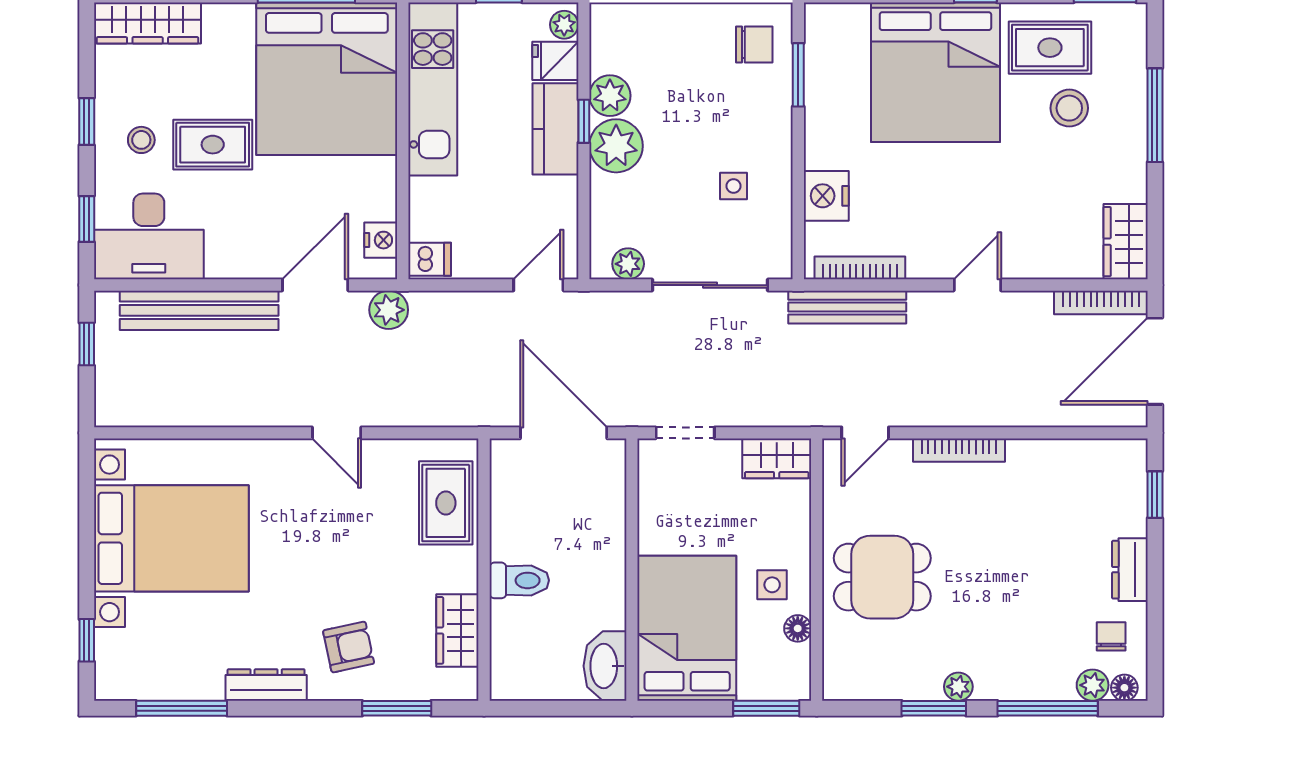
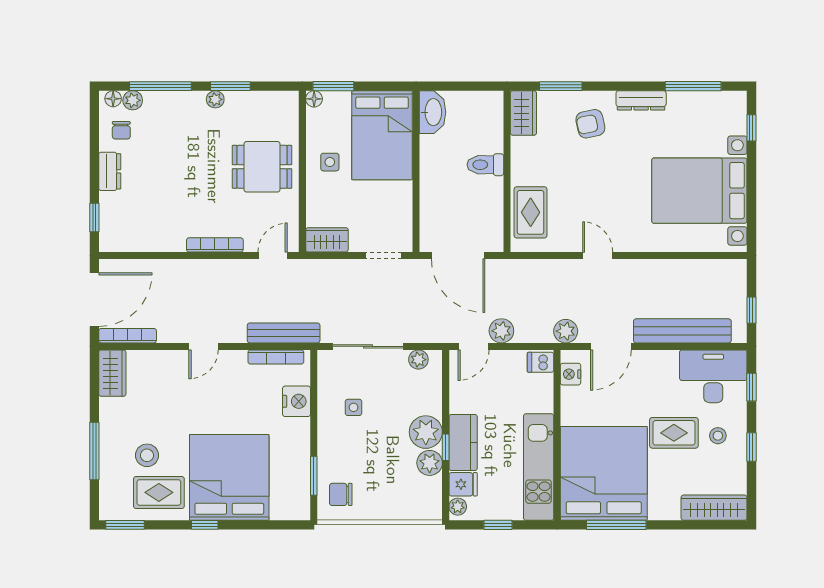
plant: (493, 310) -> (501, 331), added
floor lamp: (798, 628) -> (314, 99), moved
wardrobe: (457, 630) -> (523, 113), moved

